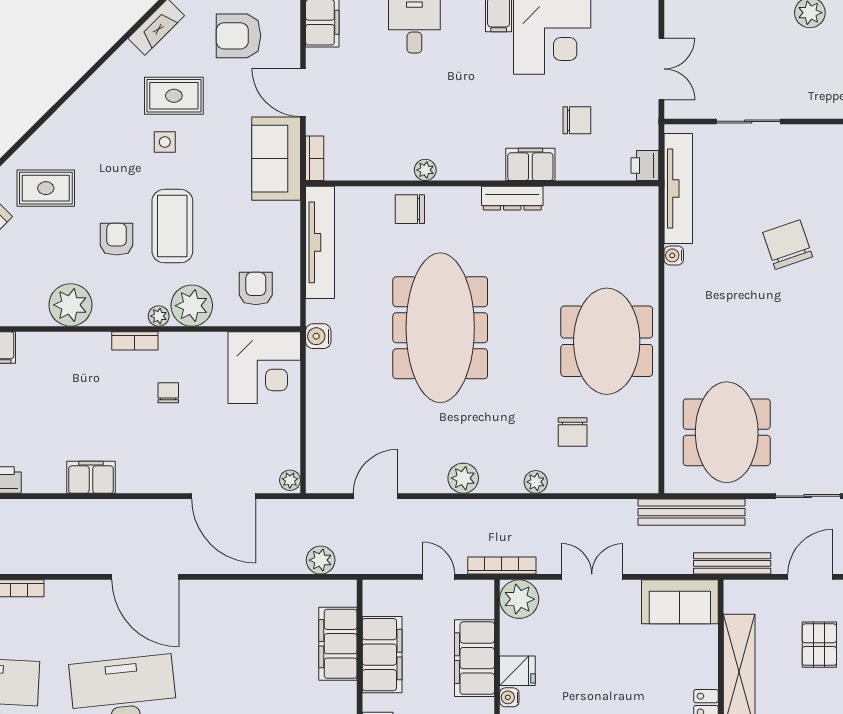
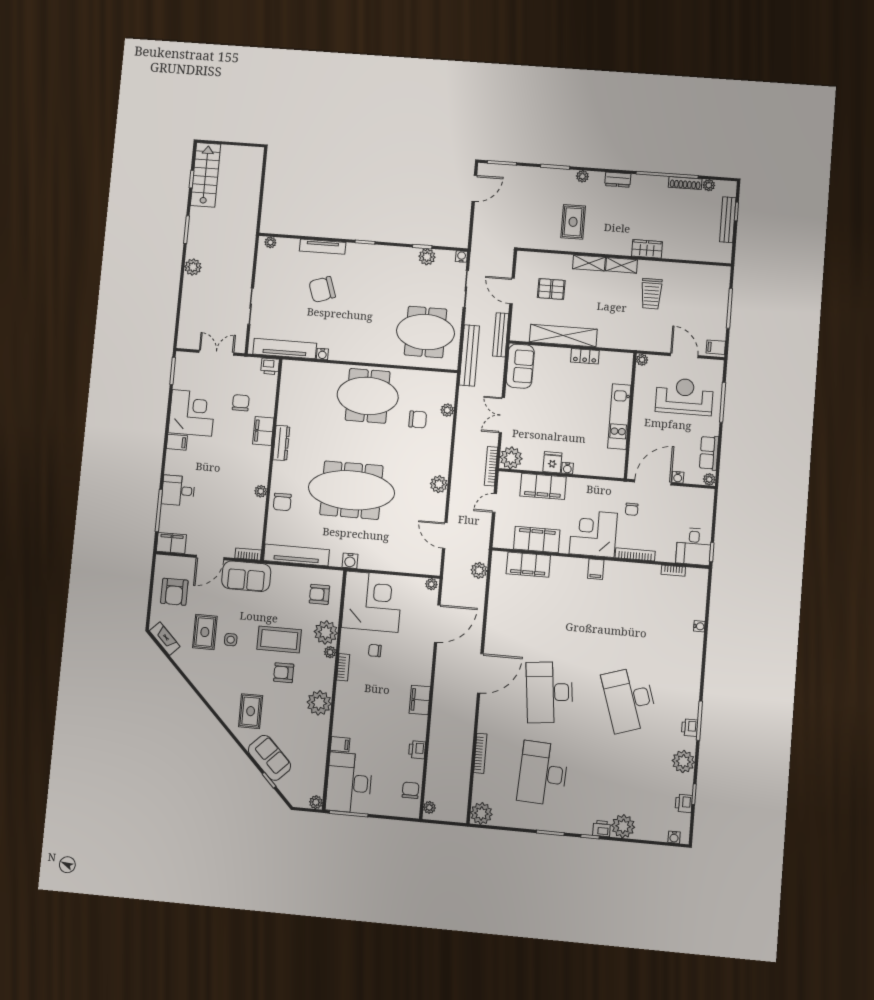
corner desk: (264, 368) -> (372, 602), width x1.36, depth x1.36
plant: (536, 482) -> (447, 410), moved

